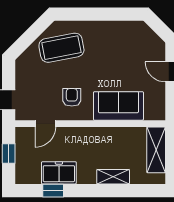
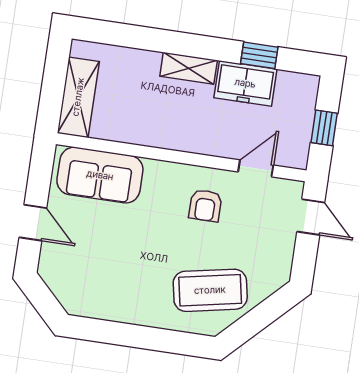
sofa: (118, 106) -> (100, 175), moved
shelving: (113, 177) -> (189, 68), moved

